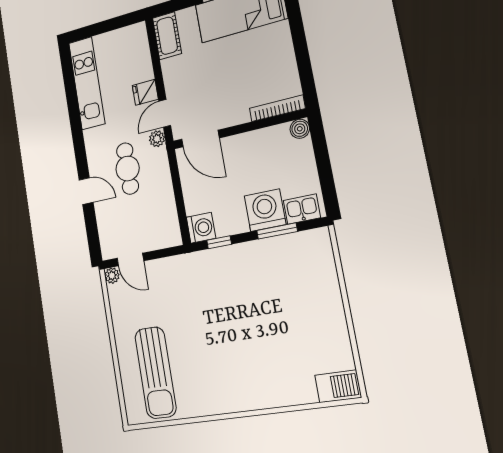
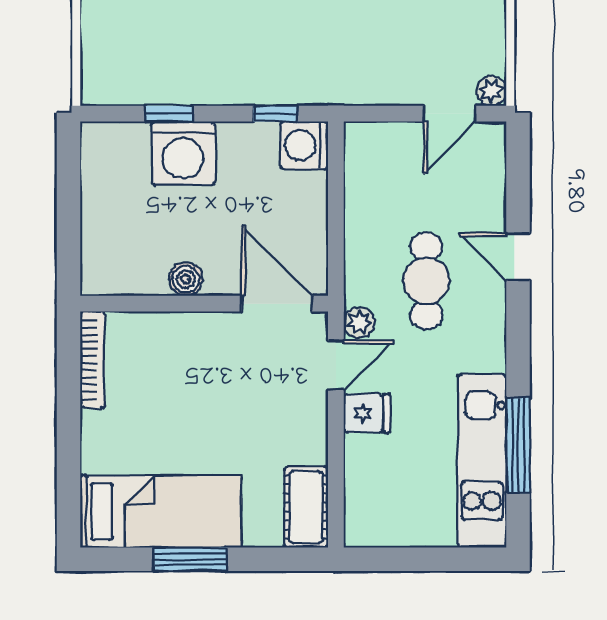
window: (71, 96) -> (518, 445), added
bookcase: (277, 108) -> (92, 360), moved, turned -90
boiler: (300, 129) -> (186, 279), moved
kitchen sink: (302, 209) -> (119, 142), removed
window: (277, 231) -> (169, 114), width x0.67
door: (130, 260) -> (450, 114), swing flipped

